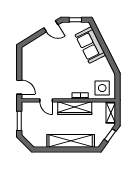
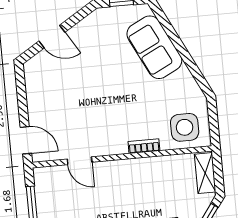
door: (51, 26) -> (52, 37), moved
wardrobe: (75, 108) -> (136, 170), removed

